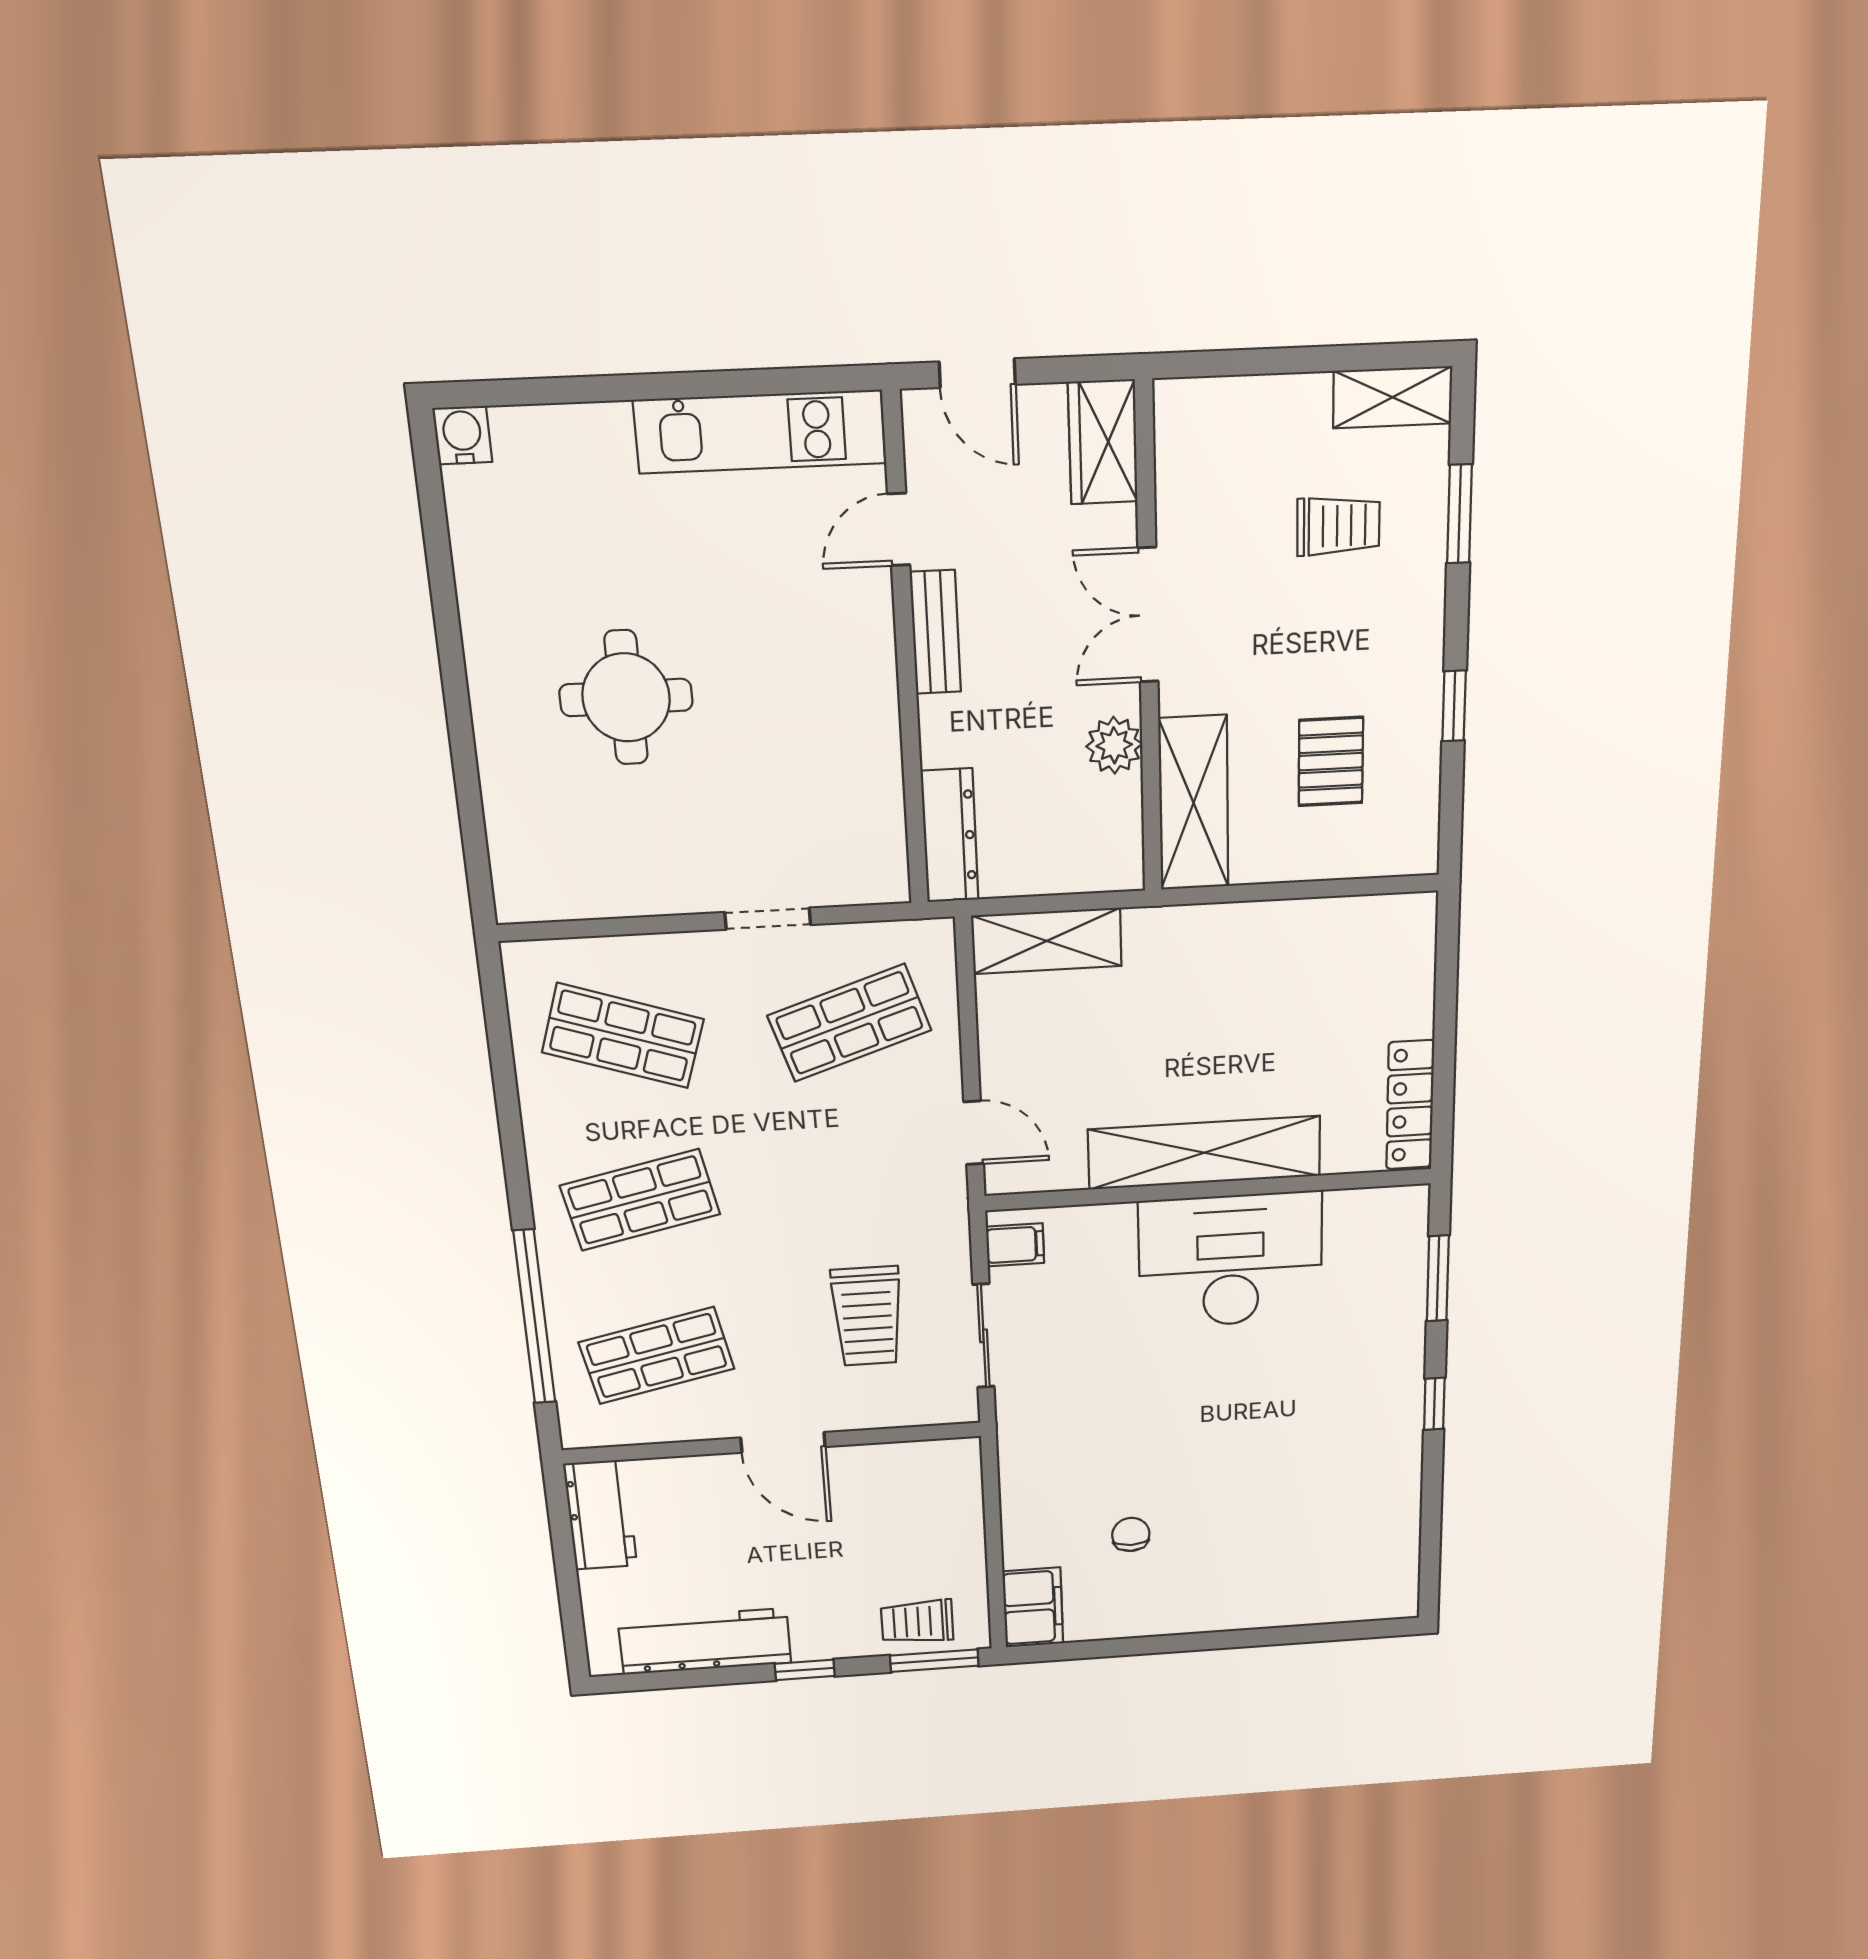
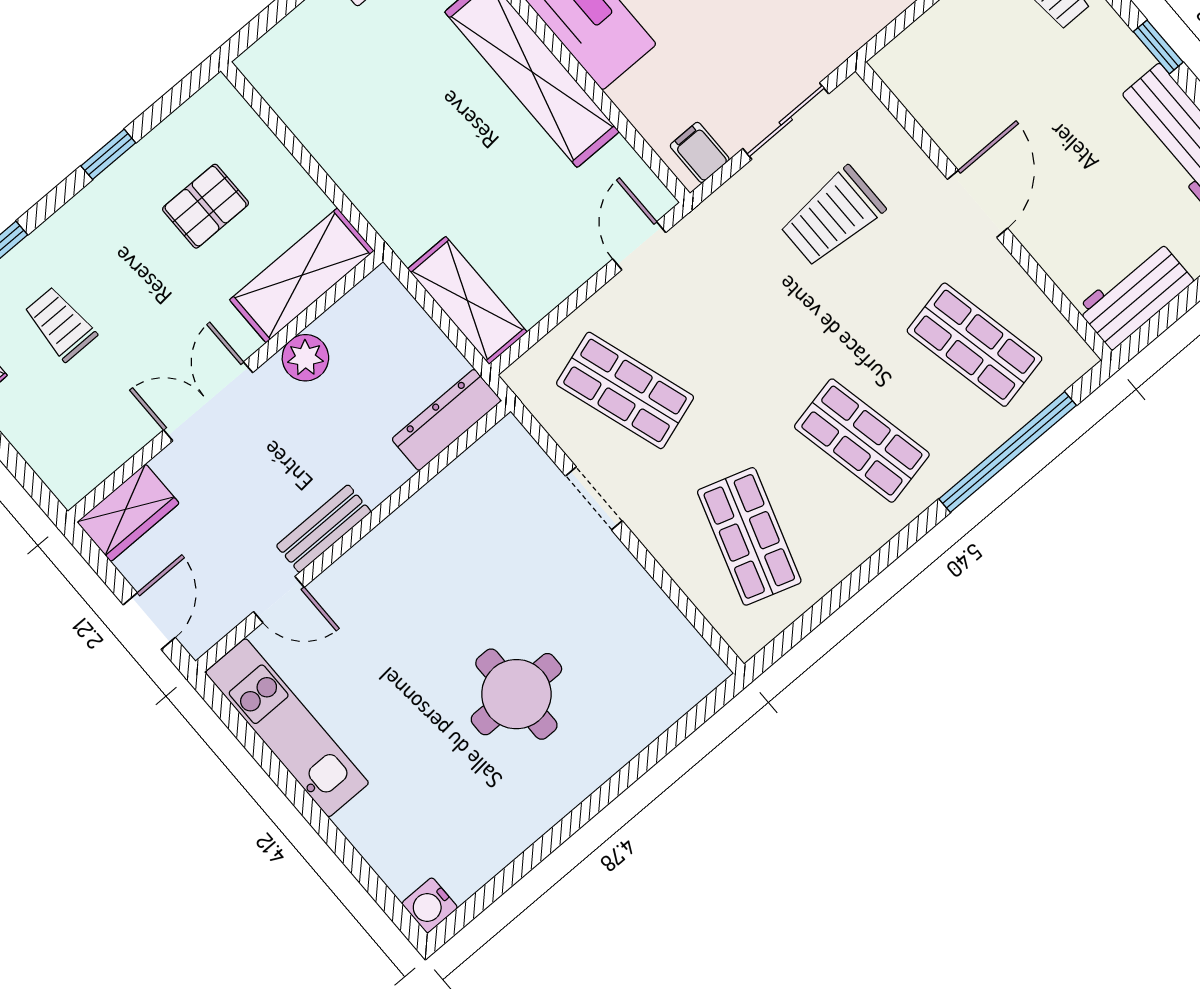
double door: (1148, 615) -> (208, 401), swing flipped
trolley: (867, 1316) -> (832, 217), turned 180

